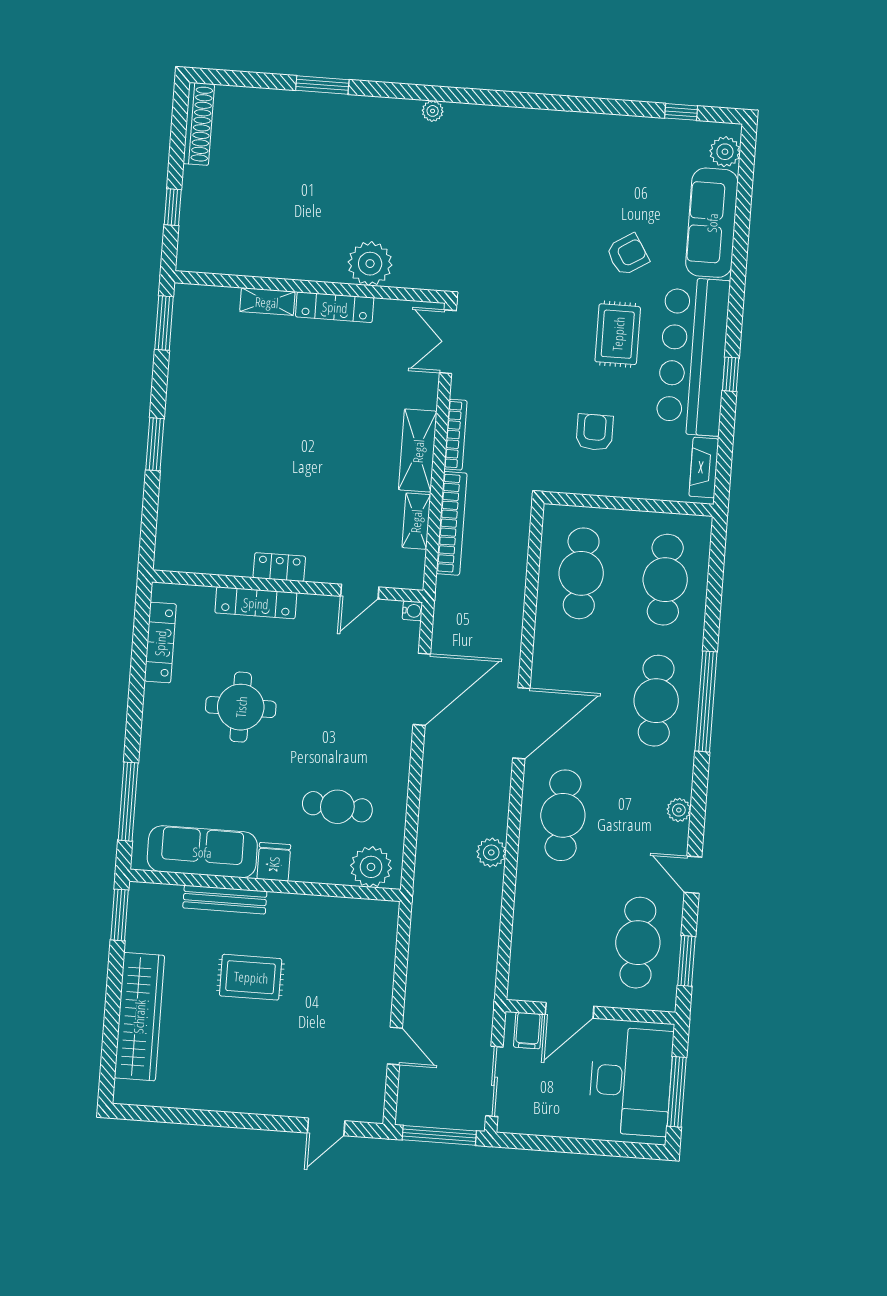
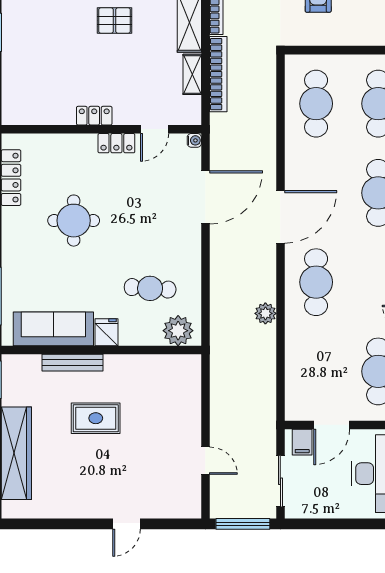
pallet: (317, 440) -> (115, 21), added
locker: (256, 603) -> (116, 143), moved, width x0.66
door: (326, 1127) -> (127, 524), moved

